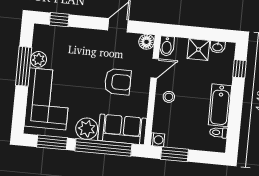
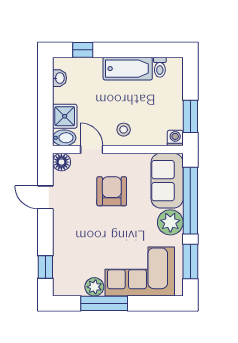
shower: (198, 50) -> (65, 116), moved

